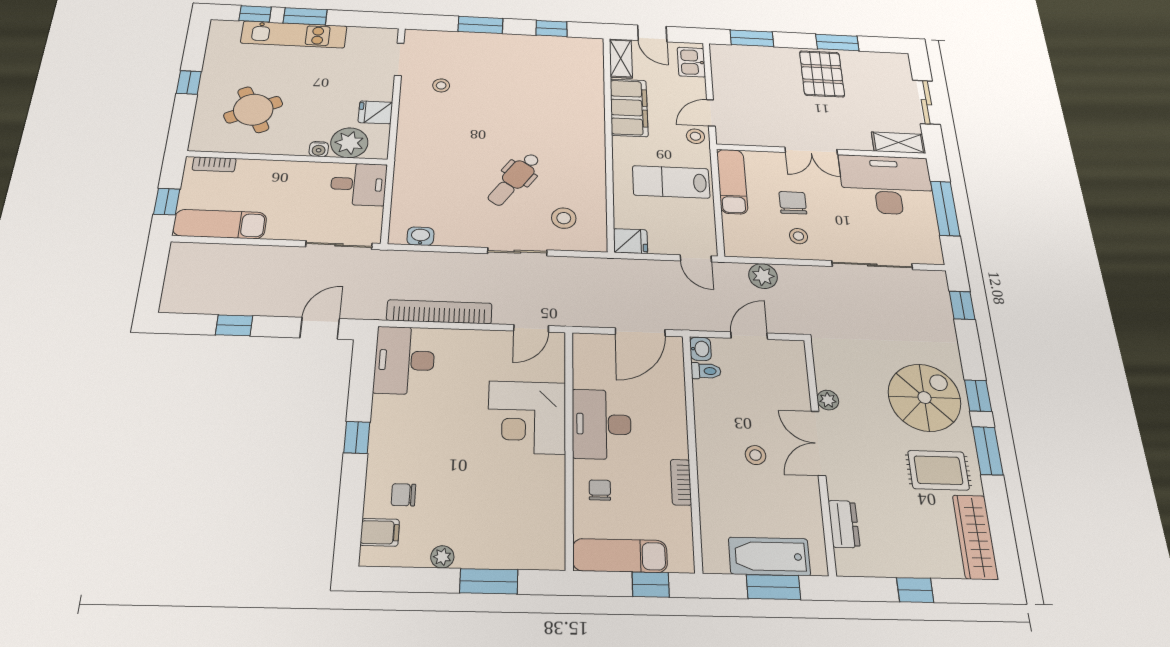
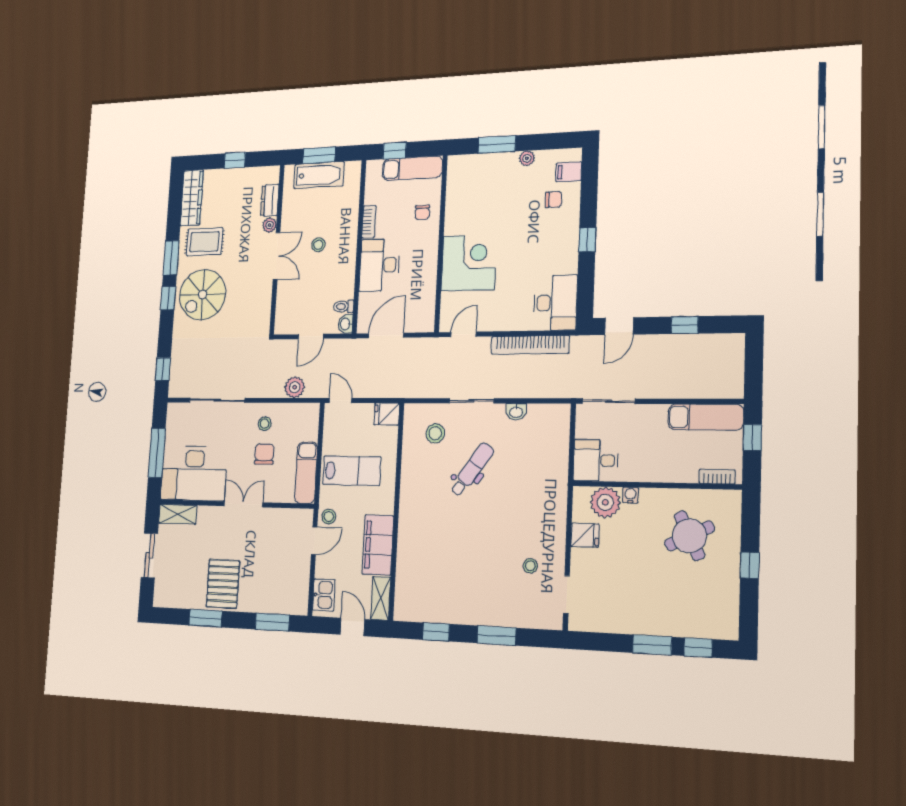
kitchen unit: (294, 35) -> (661, 623), removed
chair: (793, 203) -> (264, 454), turned 180
washbasin: (420, 236) -> (516, 412), moved
plant: (828, 400) -> (270, 225), moved
desk: (602, 424) -> (379, 265), moved, turned 180

